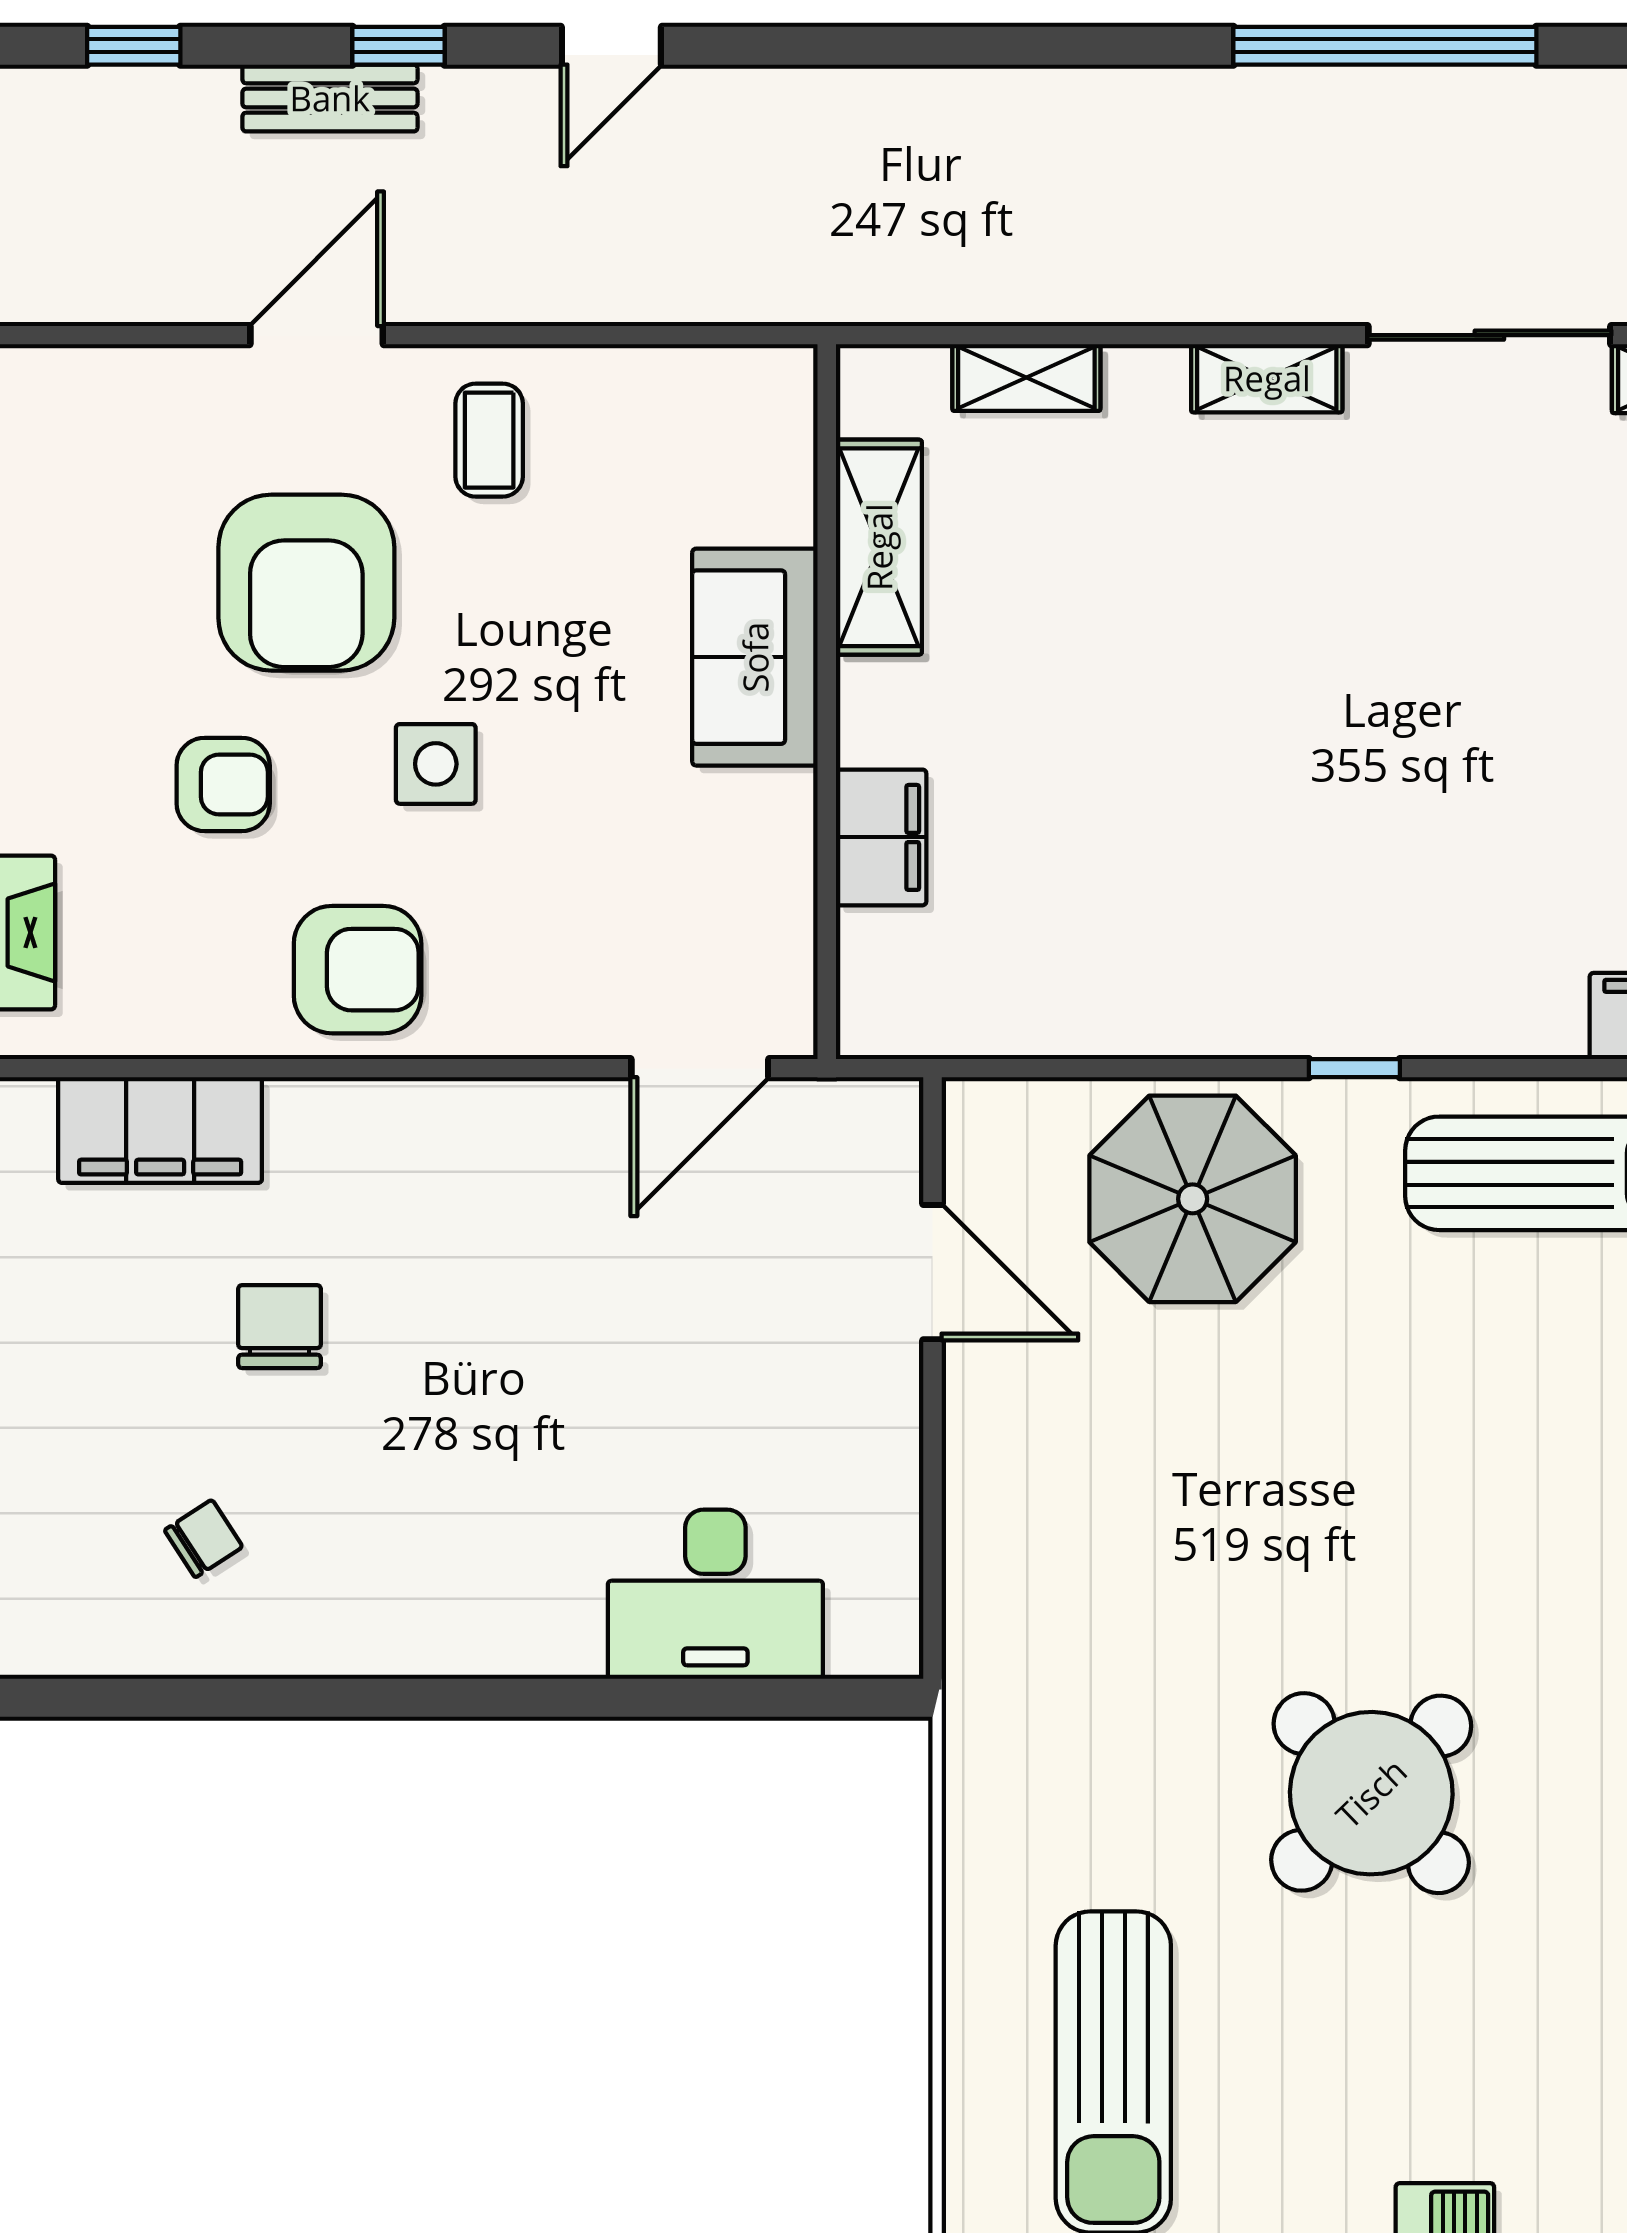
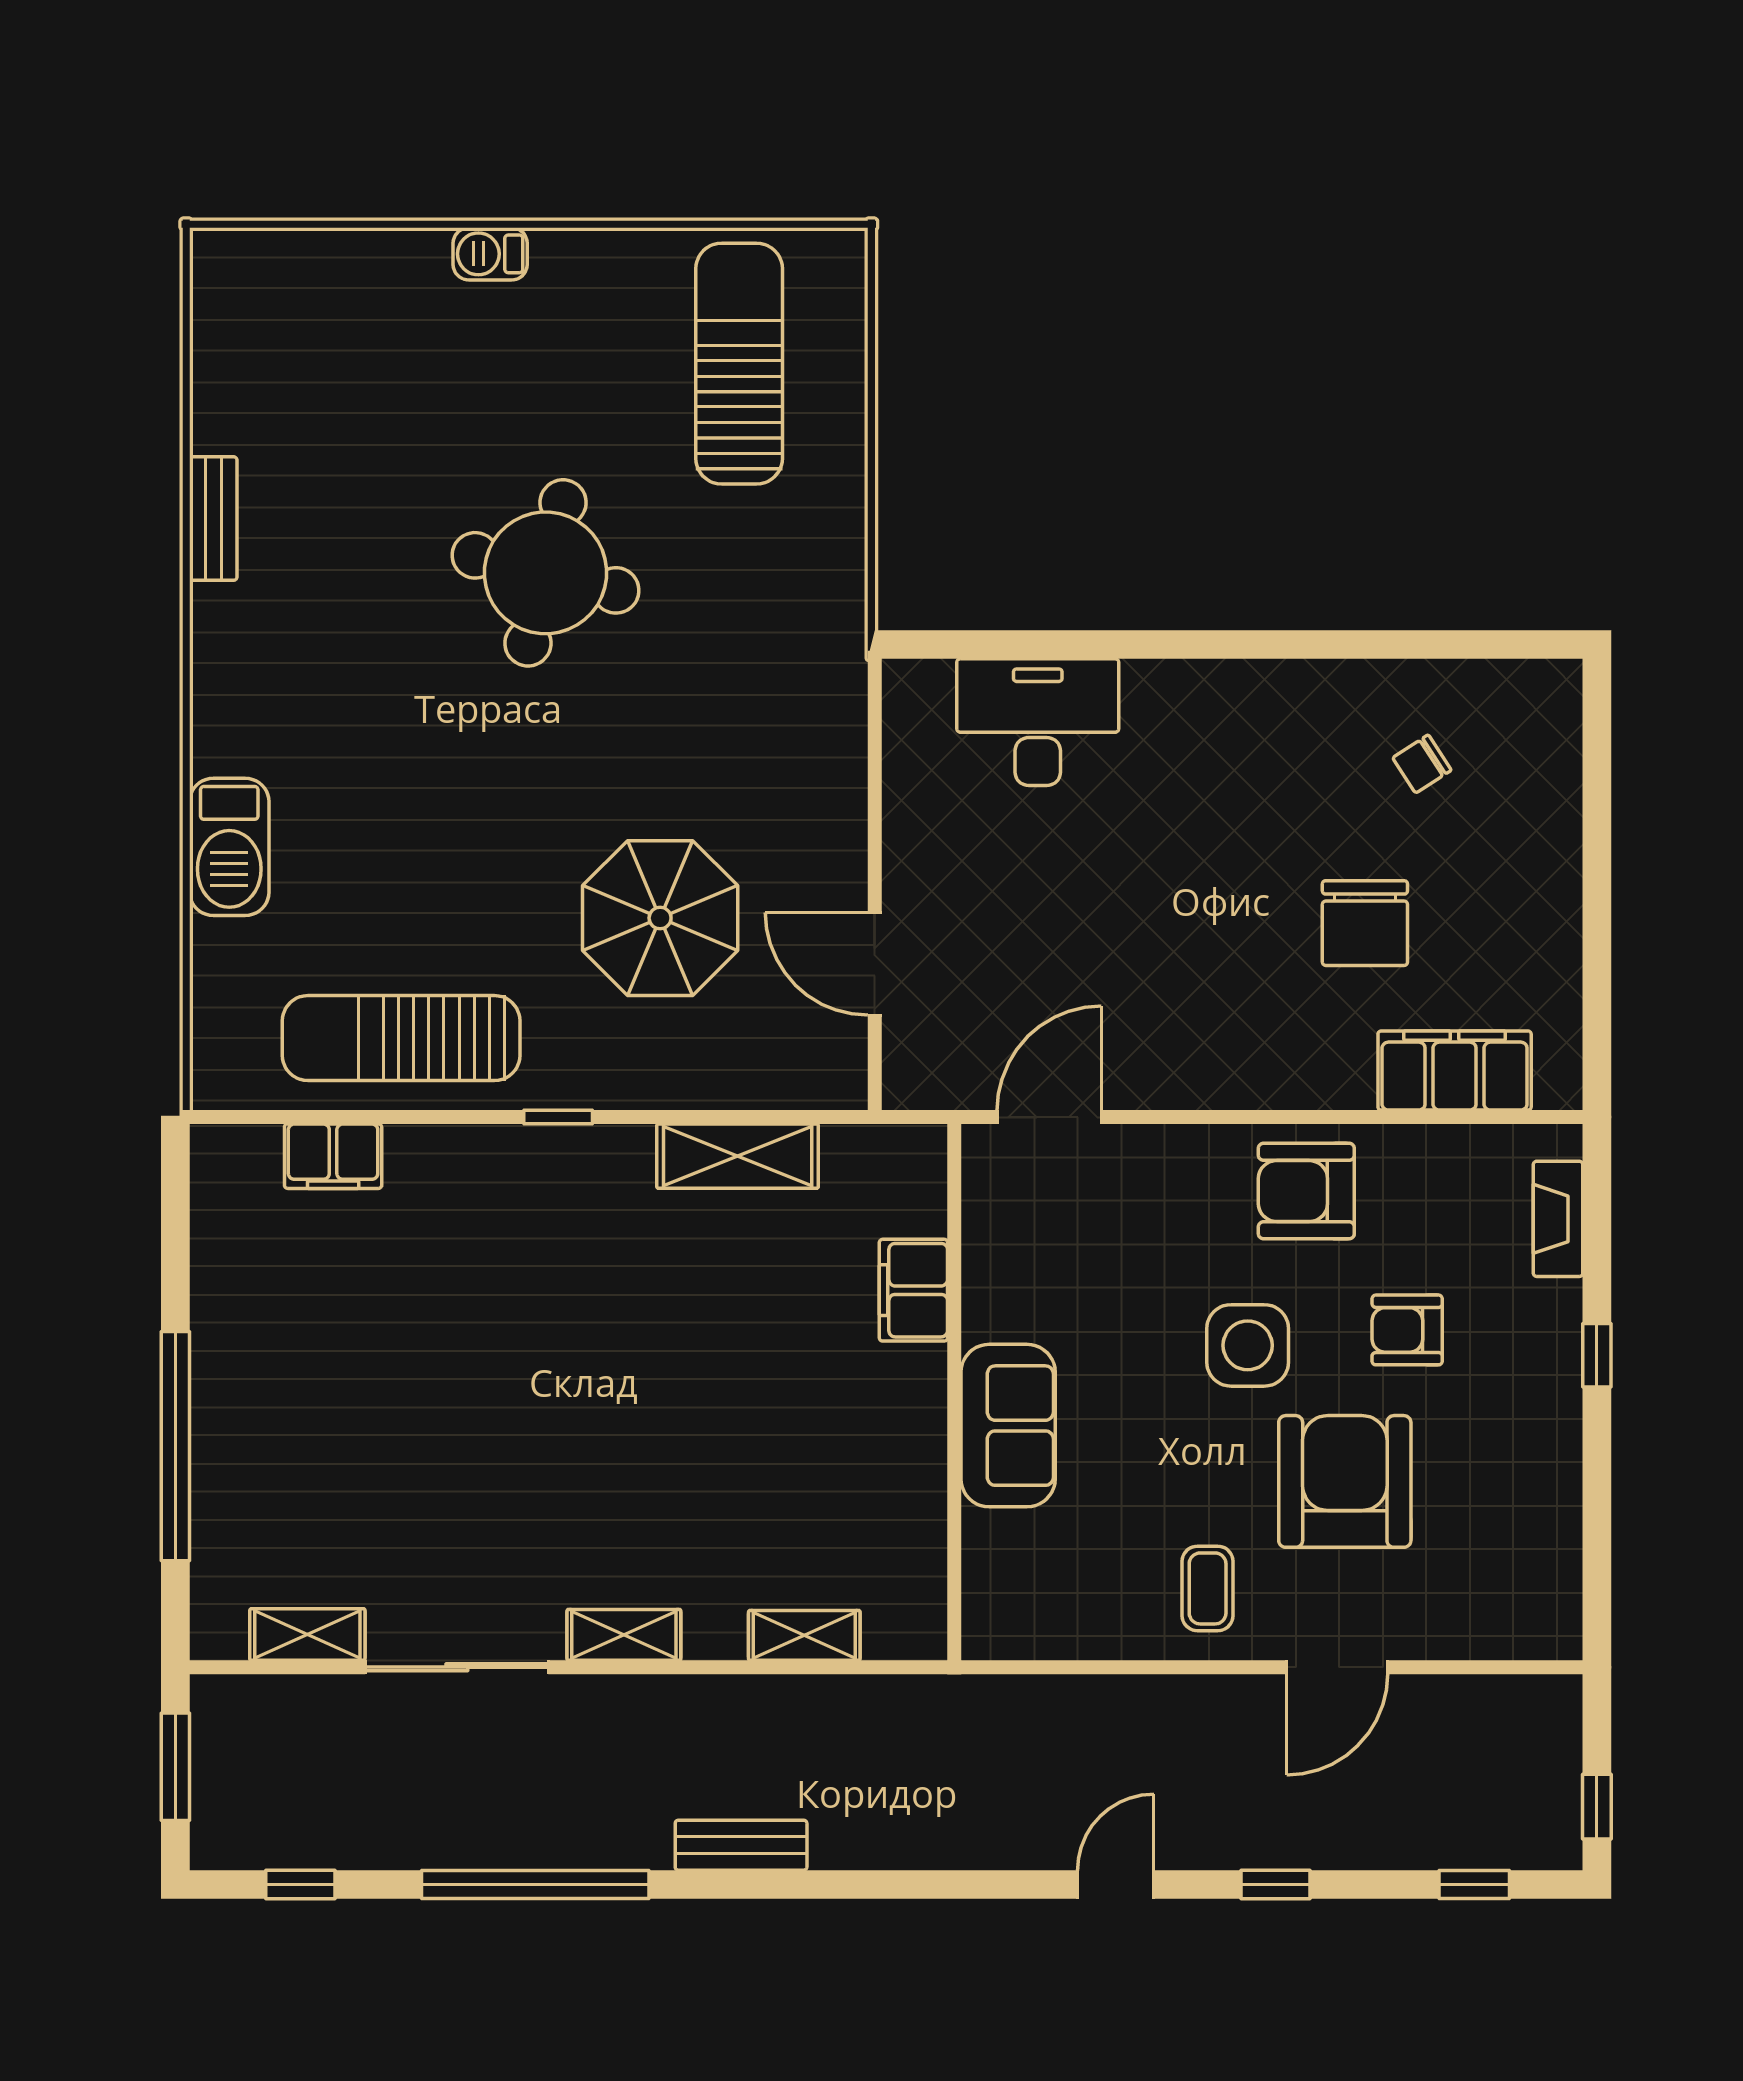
bench: (330, 98) -> (741, 1845), moved
shelving: (879, 547) -> (738, 1156), moved, turned 90
side table: (436, 764) -> (1248, 1345), width x1.37, depth x1.37
parasol: (1193, 1199) -> (660, 918), moved
chair: (280, 1327) -> (1365, 923), width x1.37, depth x1.37
round table: (1371, 1793) -> (545, 573), turned -32

